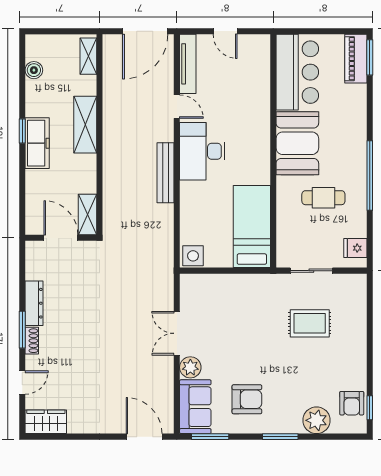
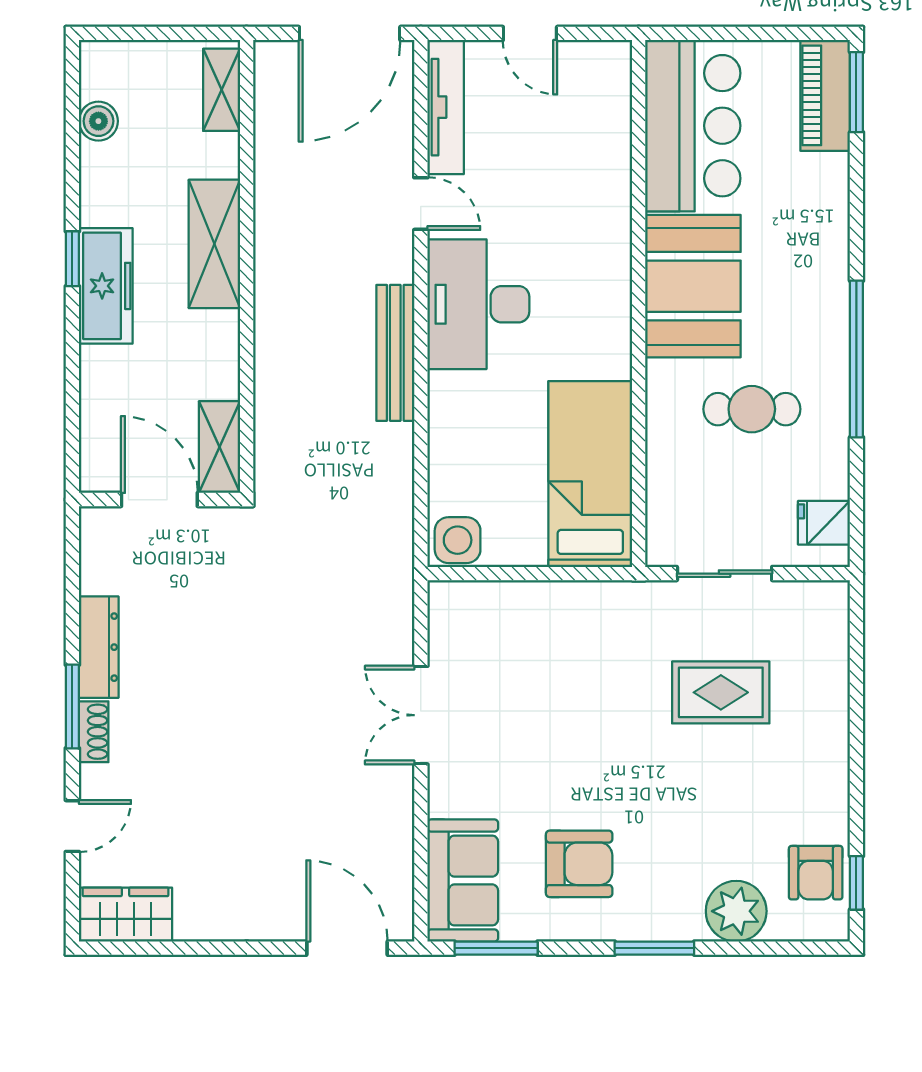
plant: (190, 367) -> (451, 792), removed

